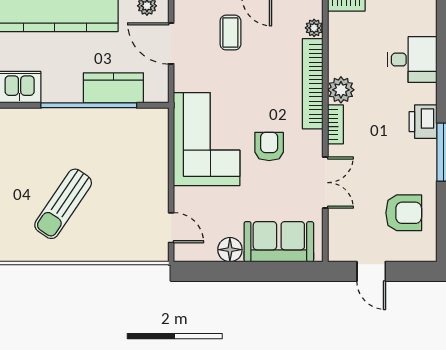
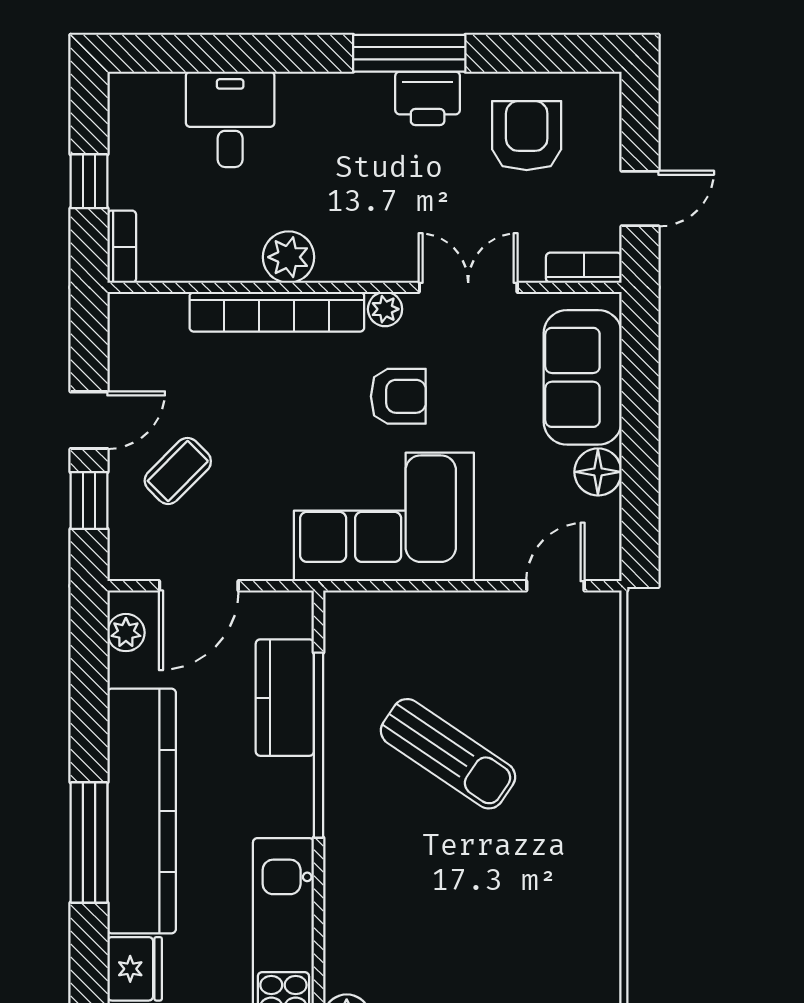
plant: (314, 28) -> (385, 309), moved
coffee table: (230, 33) -> (178, 471), turned -45
printer: (423, 122) -> (428, 98), moved
bookcase: (336, 124) -> (584, 268), moved
armchair: (269, 146) -> (398, 396), turned 180
sun lounger: (63, 204) -> (448, 754), moved

